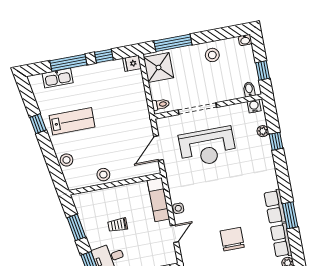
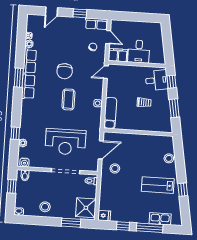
window: (173, 43) -> (71, 223), width x0.69
reception desk: (207, 147) -> (65, 142), turned 180
stool: (103, 175) -> (115, 168), moved
coffee table: (218, 203) -> (68, 99), added
door: (175, 234) -> (106, 72), moved

